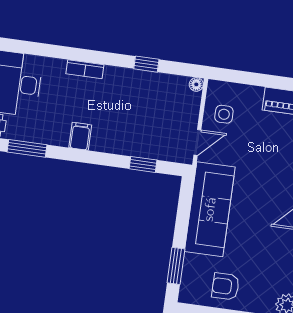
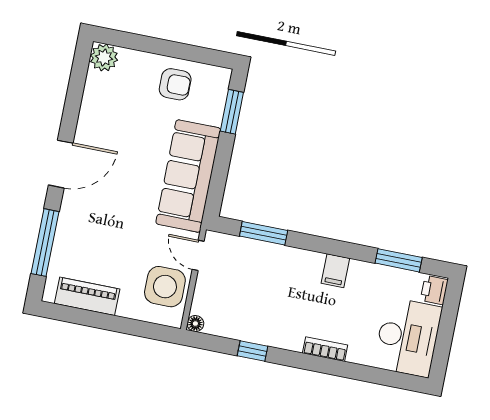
side table: (224, 114) -> (165, 287), width x1.87, depth x1.87
door: (197, 142) -> (198, 255), hinge flipped
window: (143, 164) -> (264, 233), width x1.50

